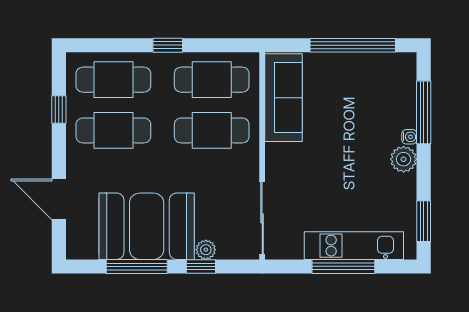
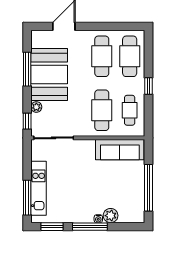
cafe table: (212, 80) -> (130, 110), width x0.73, depth x0.74
window: (59, 110) -> (113, 26), removed
window: (424, 112) -> (90, 227), moved
plant: (404, 159) -> (111, 216), moved
window: (201, 266) -> (27, 121), moved
window: (343, 266) -> (27, 198), moved

